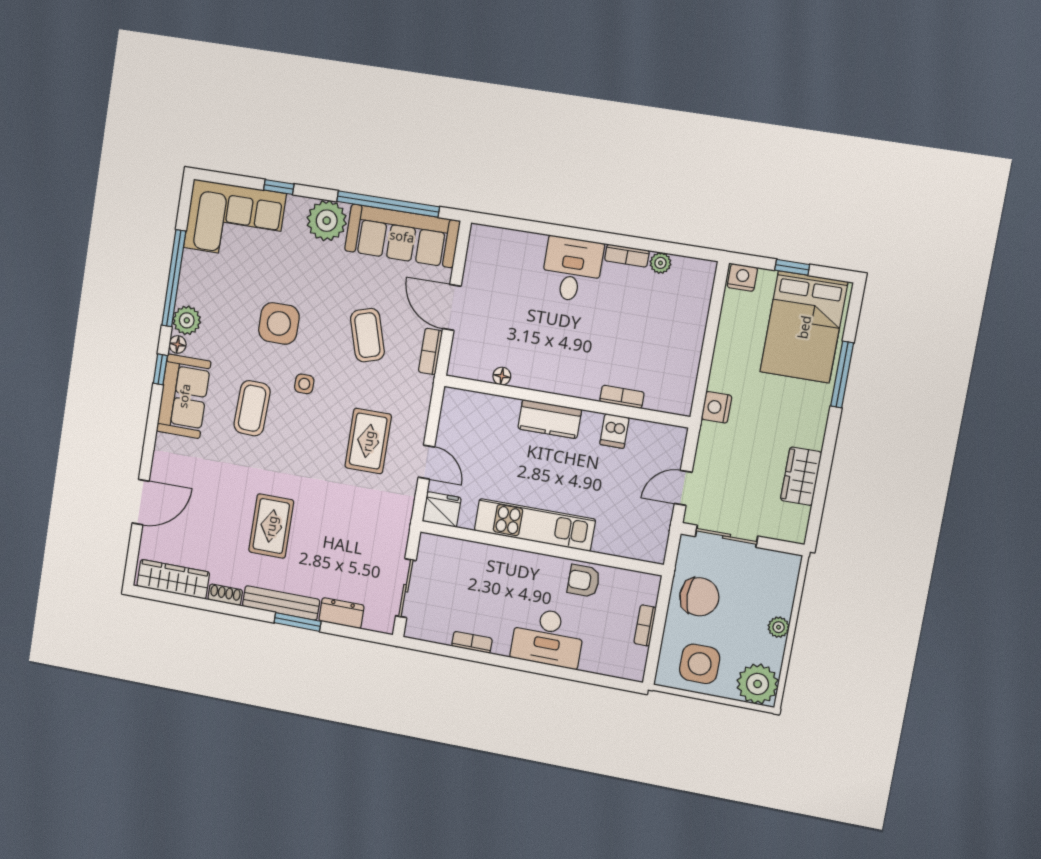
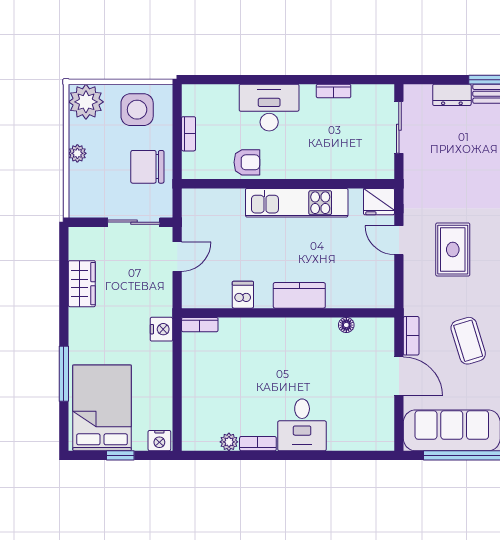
bookcase: (622, 397) -> (200, 325), moved

